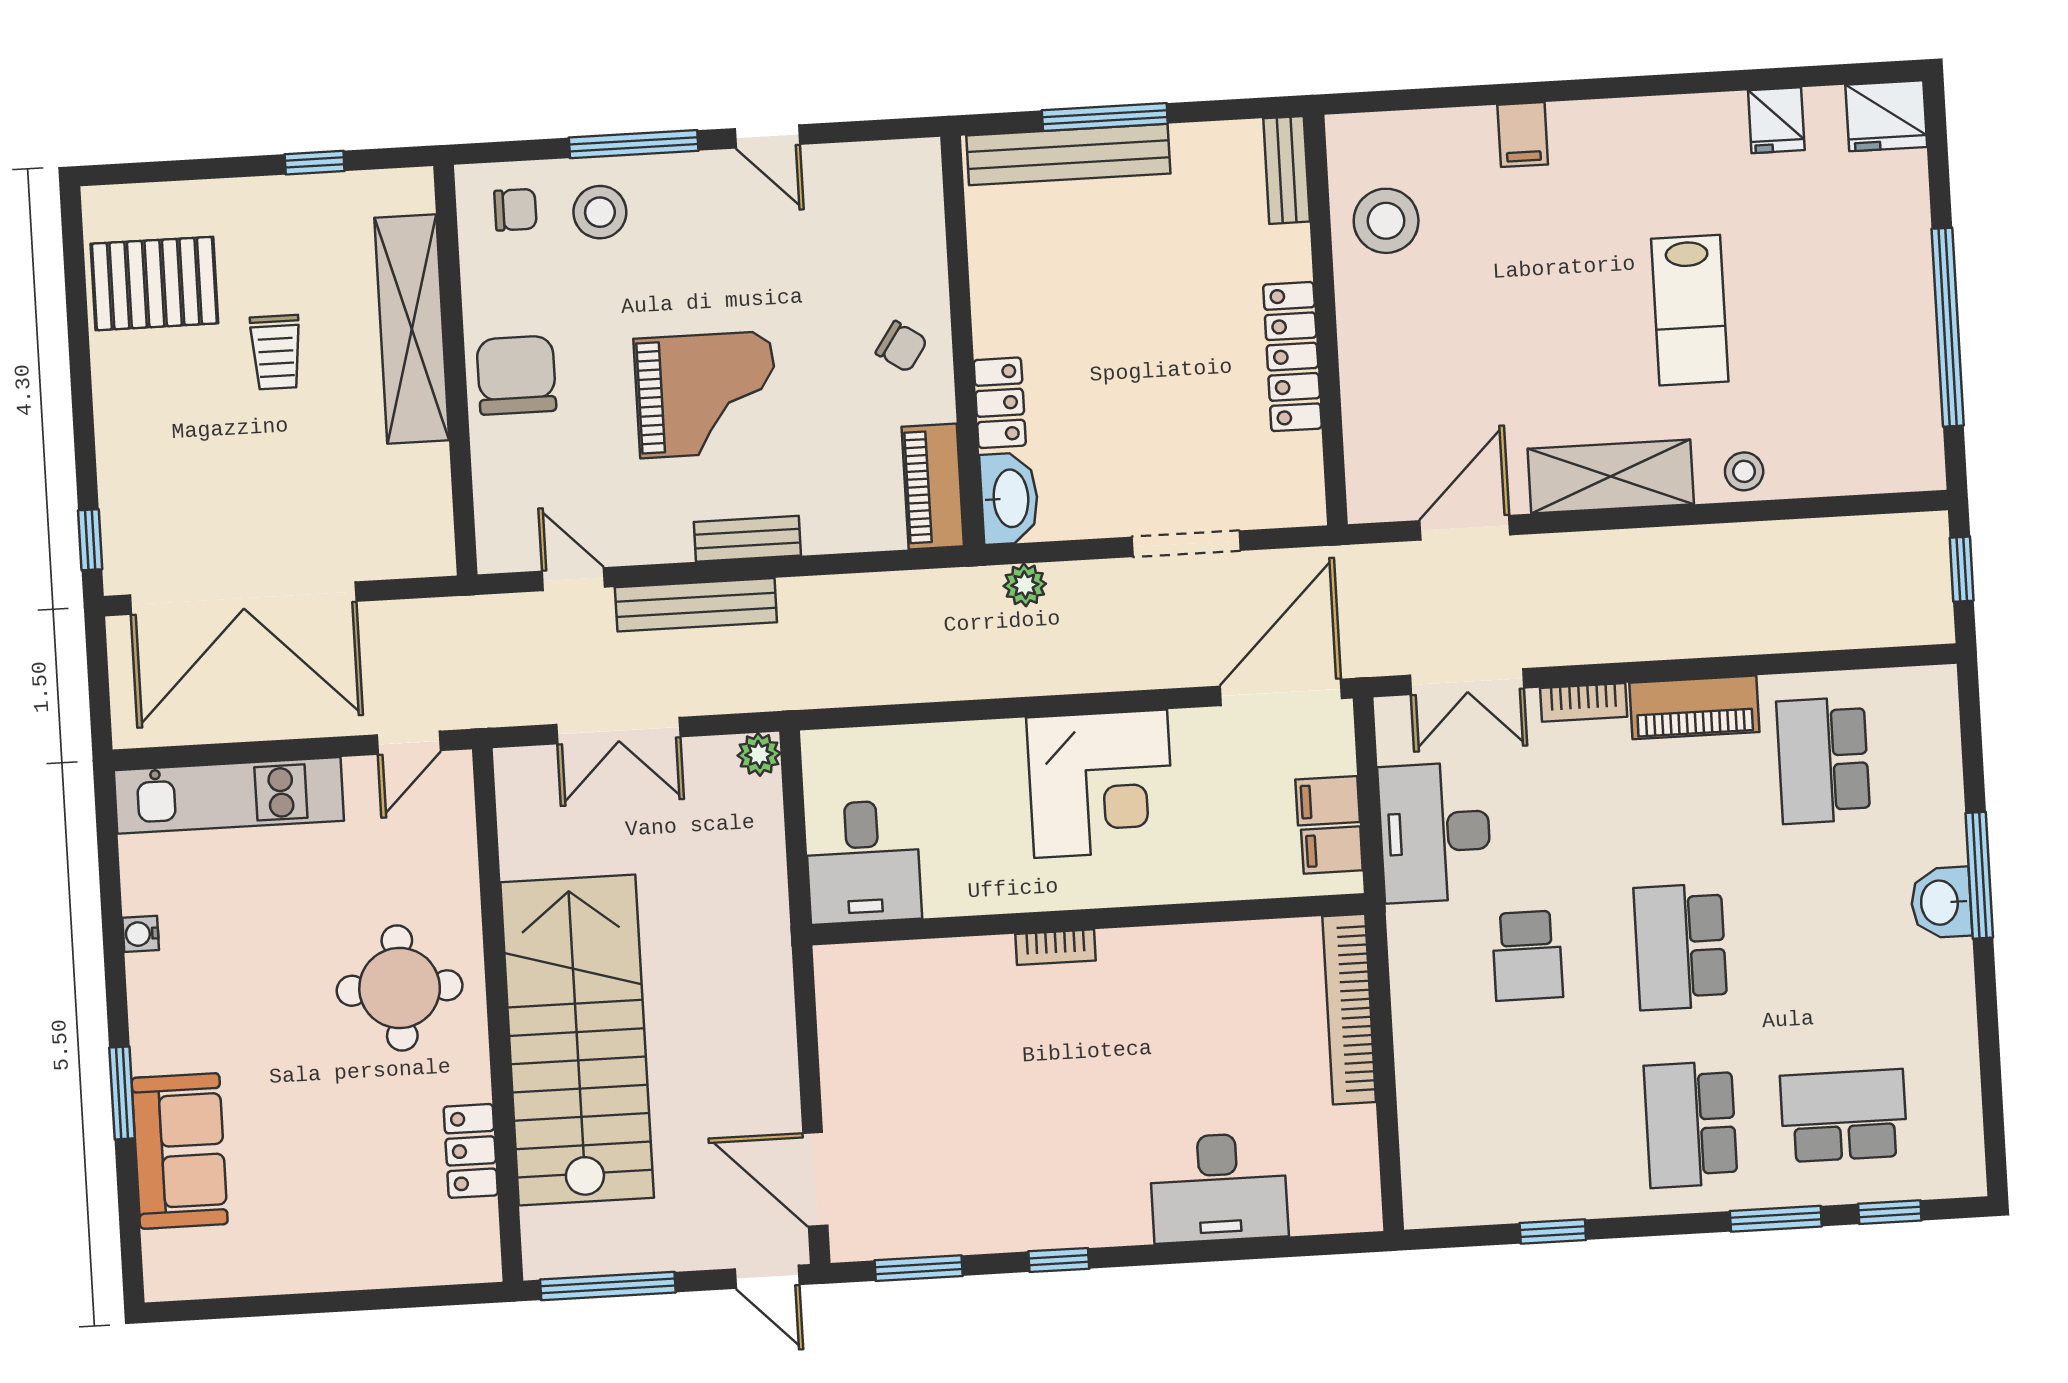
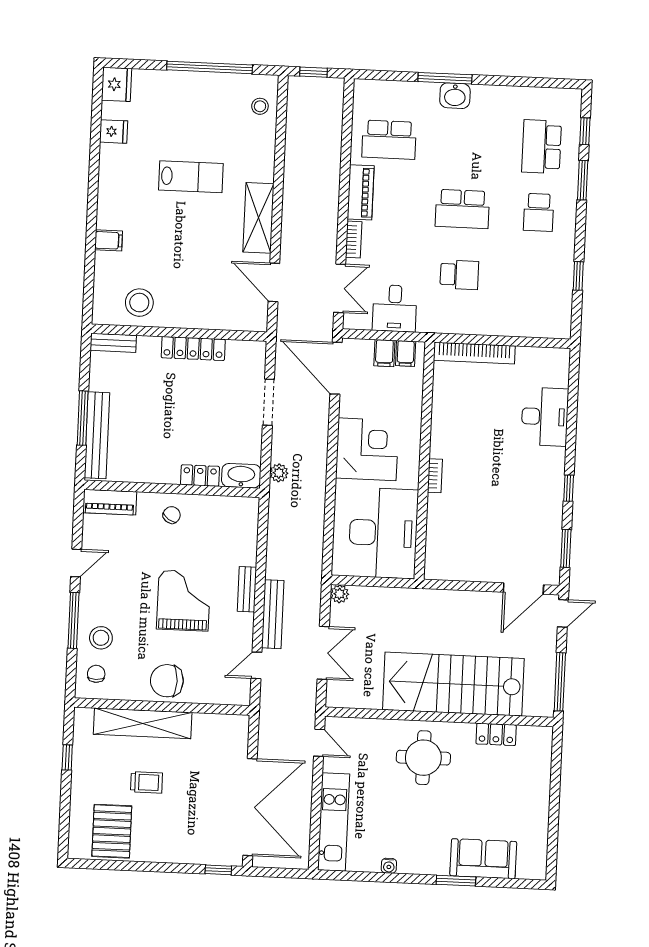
stool: (1744, 471) -> (260, 106), moved
piano: (933, 486) -> (110, 502), moved
desk: (1435, 832) -> (395, 308), width x0.73
desk: (863, 862) -> (383, 533), width x1.87, depth x1.30
school desk: (1691, 1124) -> (539, 212), width x0.54

